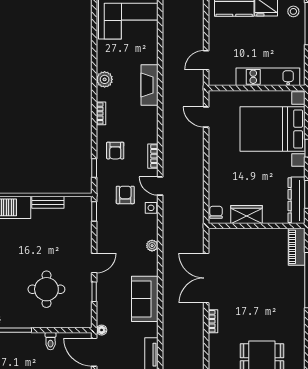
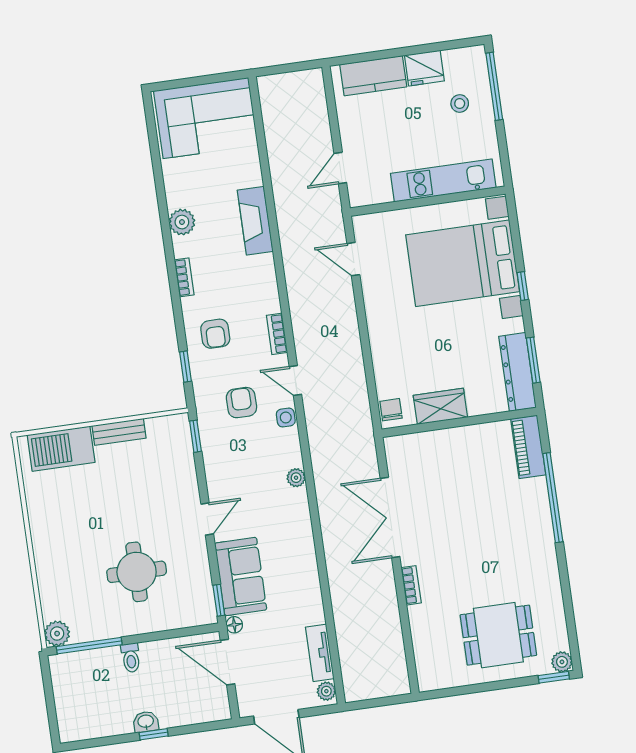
stool: (293, 11) -> (460, 103), moved
window: (94, 292) -> (219, 600), moved
sofa: (145, 299) -> (241, 576), moved, turned 180
toilet: (51, 341) -> (131, 658), moved

